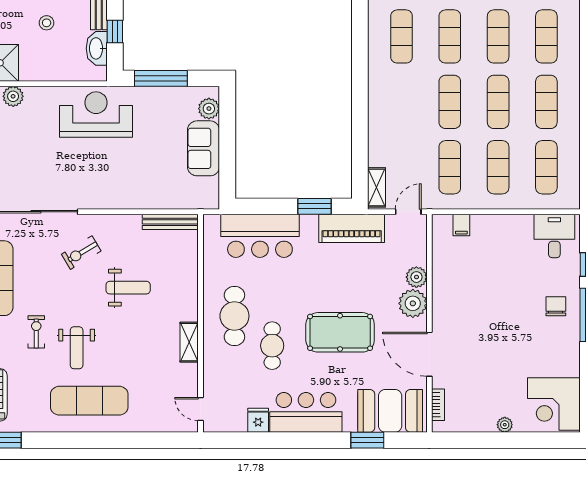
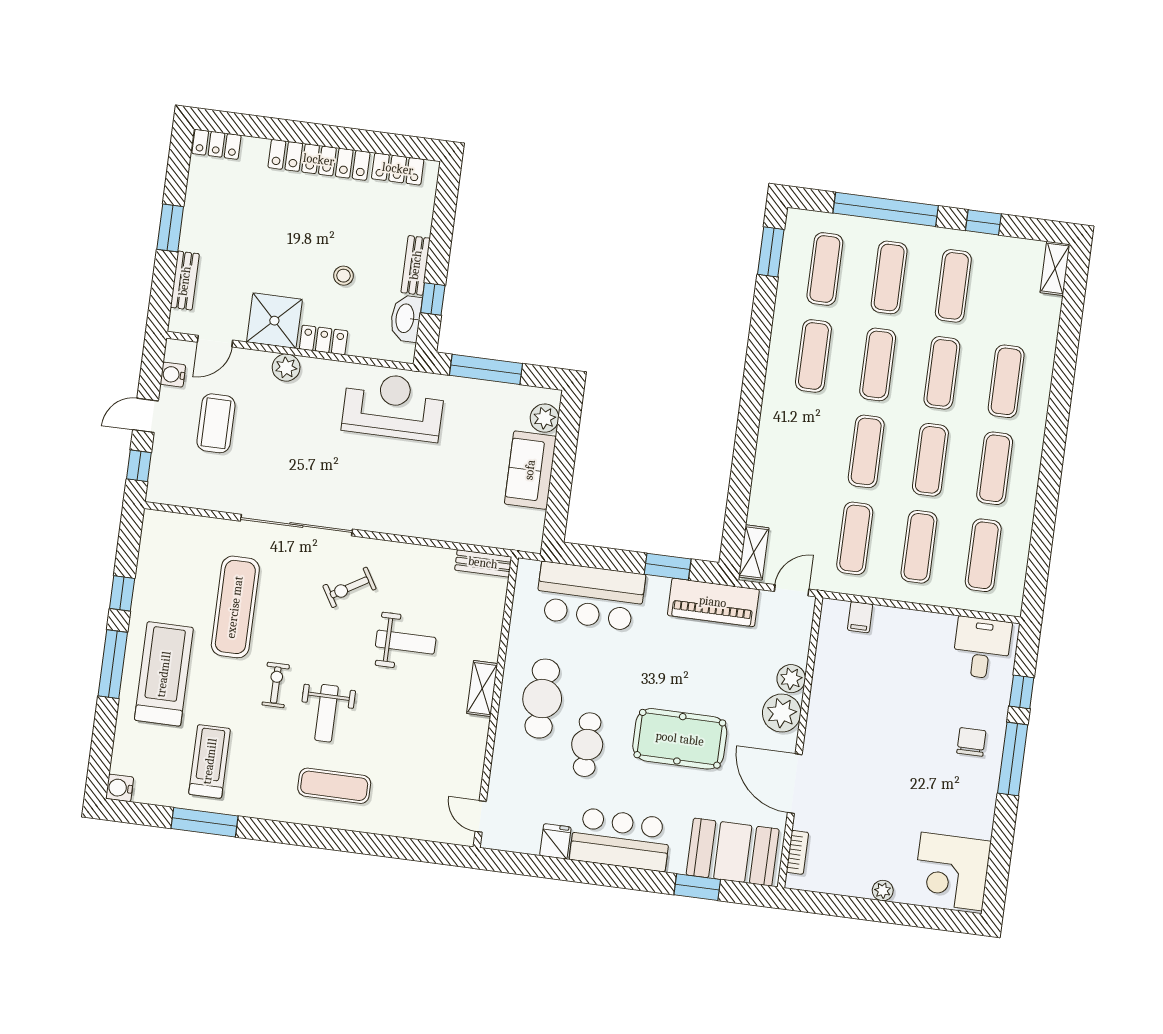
locker: (38, 72) -> (324, 340), added
bench: (170, 222) -> (483, 563), width x0.73
shelving: (189, 342) -> (482, 689), moved
exercise mat: (89, 401) -> (334, 786), width x0.73, depth x0.69

